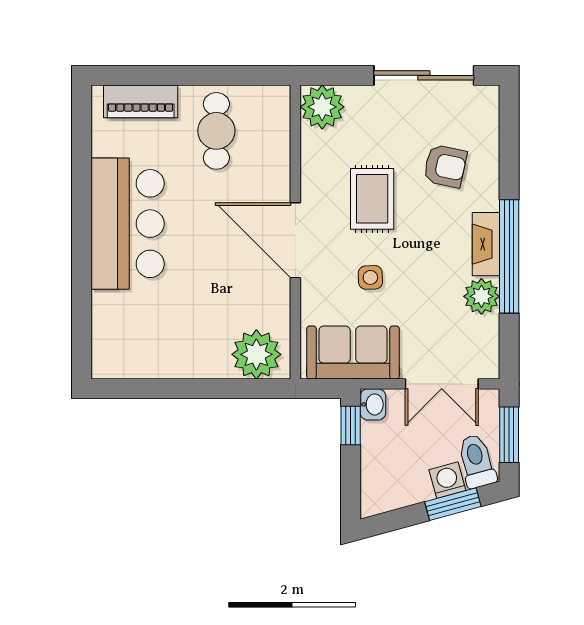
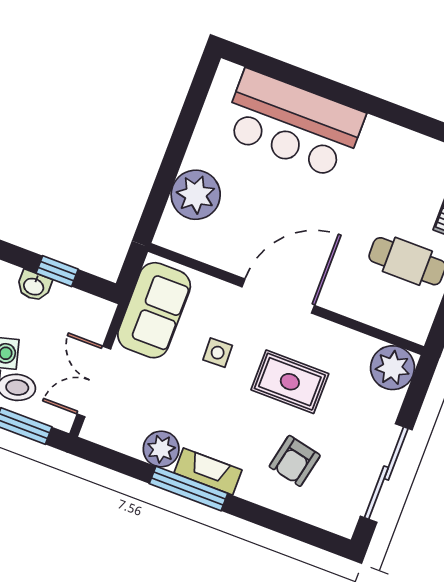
bar counter: (128, 224) -> (293, 124), moved
window: (509, 256) -> (189, 488), width x0.68
plant: (256, 354) -> (196, 195), moved
washbasin: (373, 404) -> (34, 286), moved
window: (351, 426) -> (57, 271), moved

